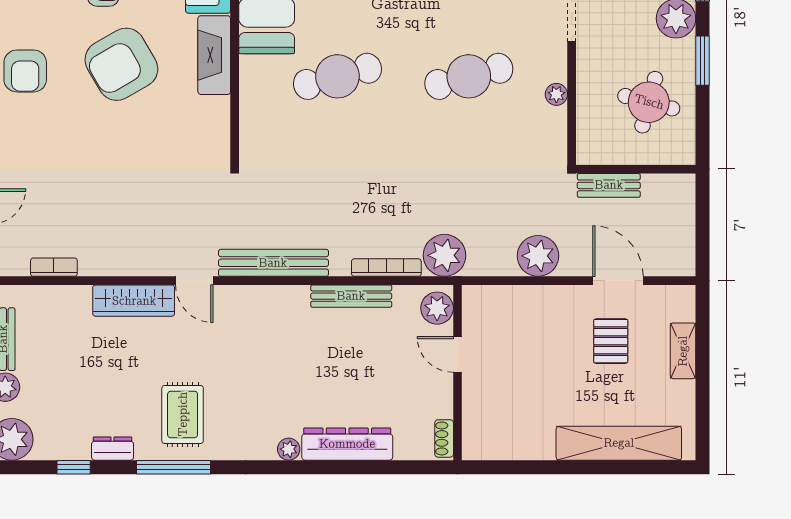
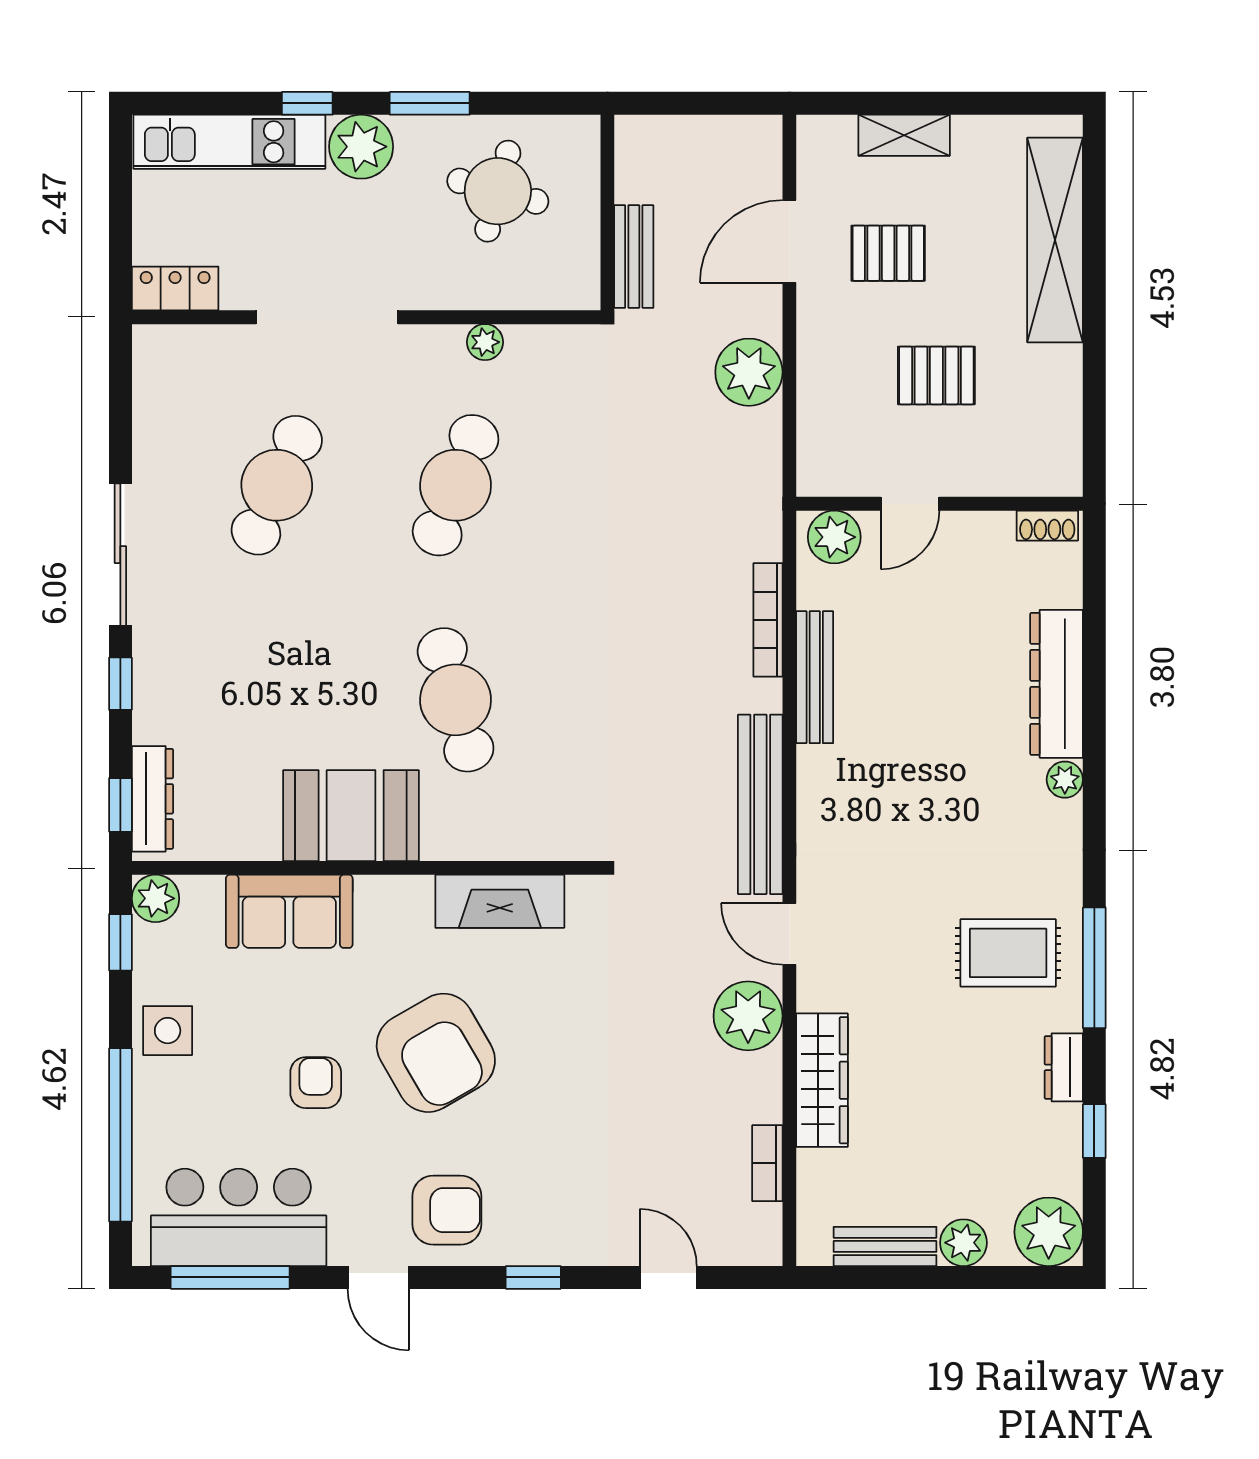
fireplace: (214, 55) -> (500, 901), moved
cafe table: (469, 76) -> (456, 485), turned 36
plant: (444, 255) -> (748, 1016), moved
door: (194, 281) -> (789, 934), swing flipped
wardrobe: (134, 301) -> (822, 1080), moved
pallet: (536, 371) -> (936, 375), added

